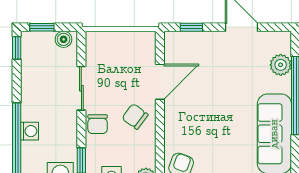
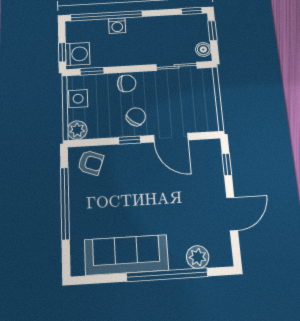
sliding door: (81, 88) -> (177, 66), moved
chair: (98, 124) -> (127, 83), turned 180
window: (160, 124) -> (130, 140), added

